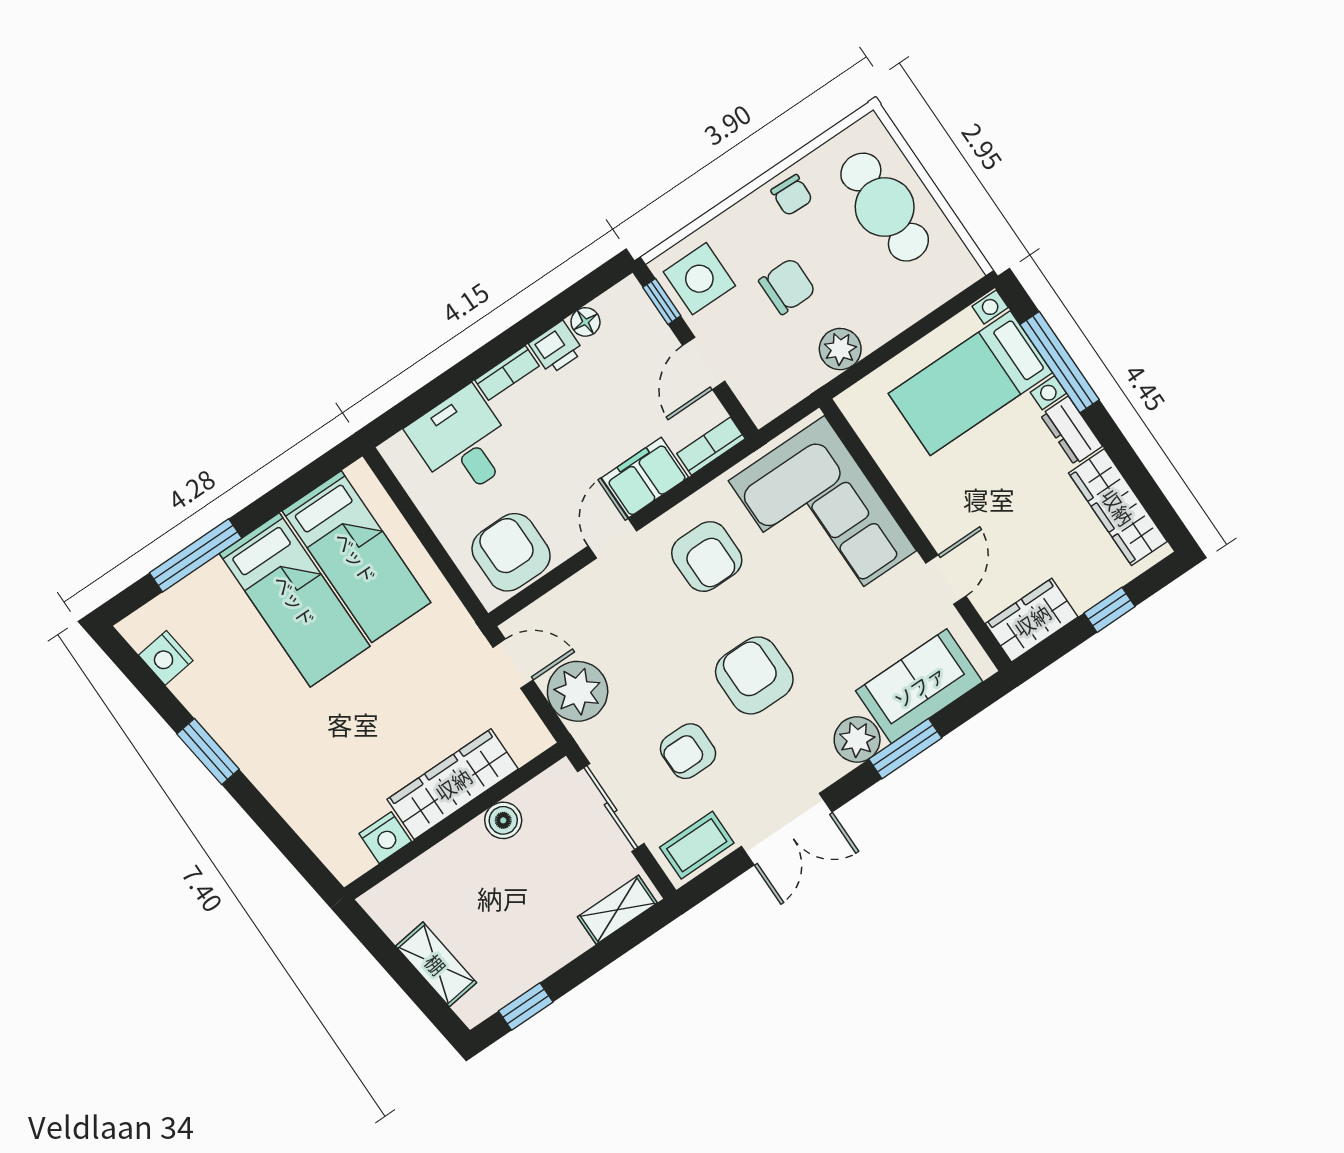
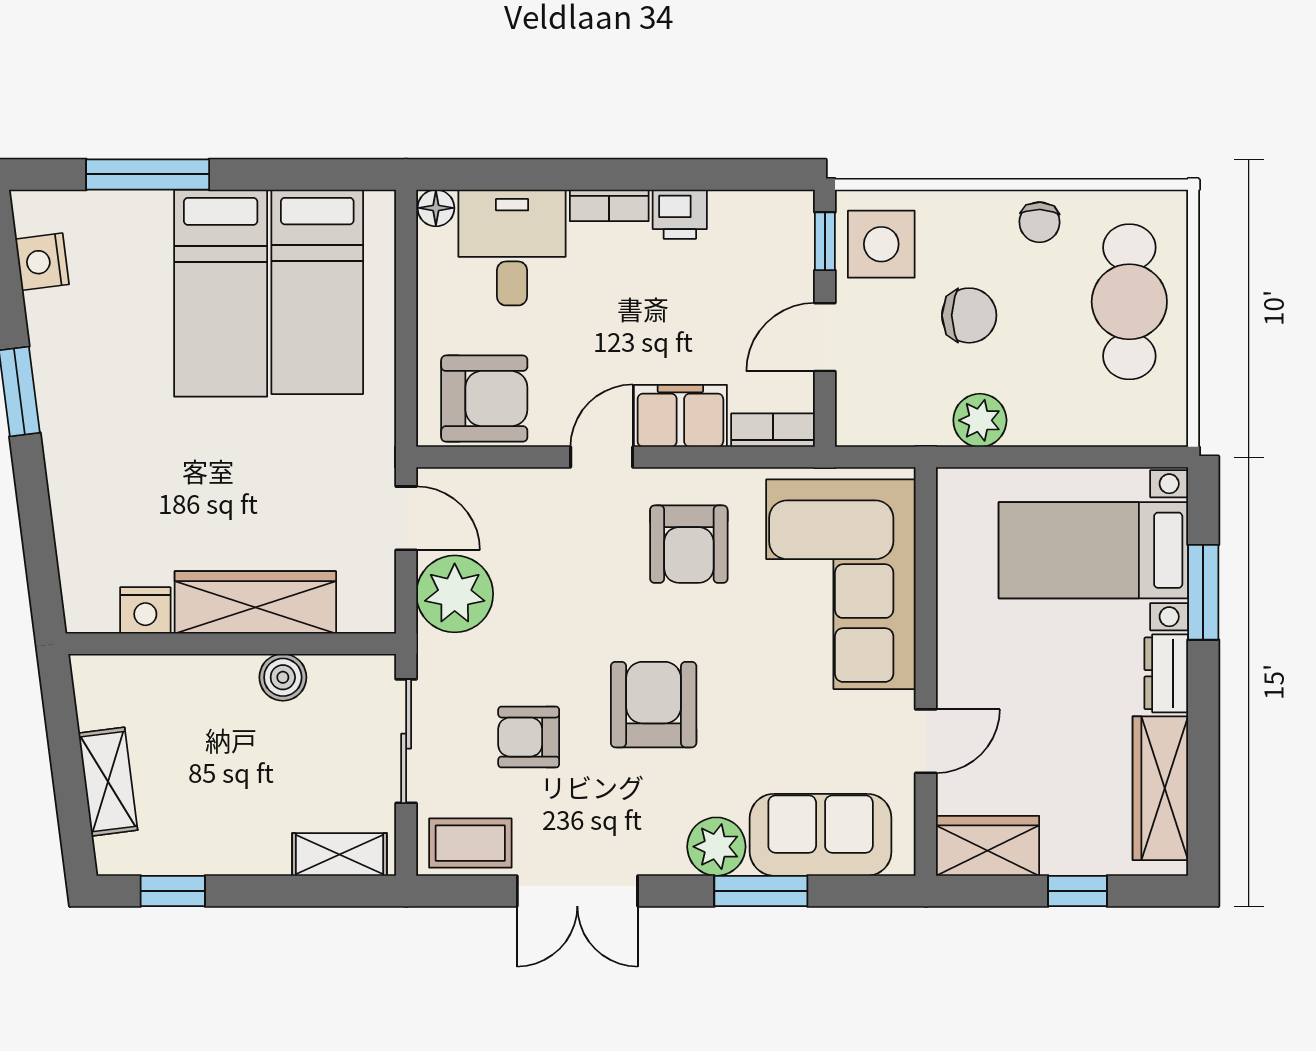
floor lamp: (585, 322) -> (436, 208), moved
window: (1060, 362) -> (1203, 592), width x0.69
armchair: (511, 552) -> (484, 399), turned 90

